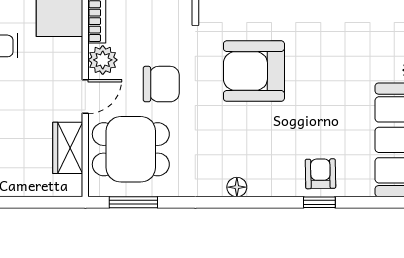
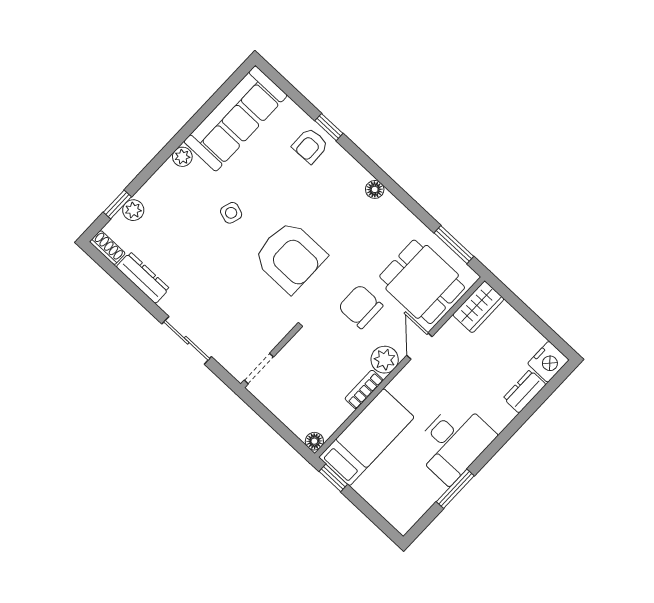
side table: (333, 62) -> (231, 213), added
door: (85, 97) -> (419, 346), hinge flipped
wardrobe: (68, 148) -> (478, 307), moved

